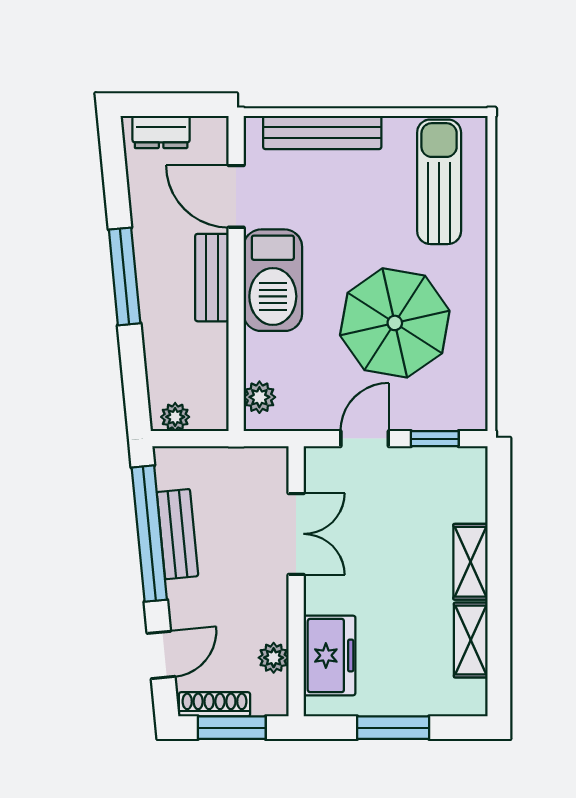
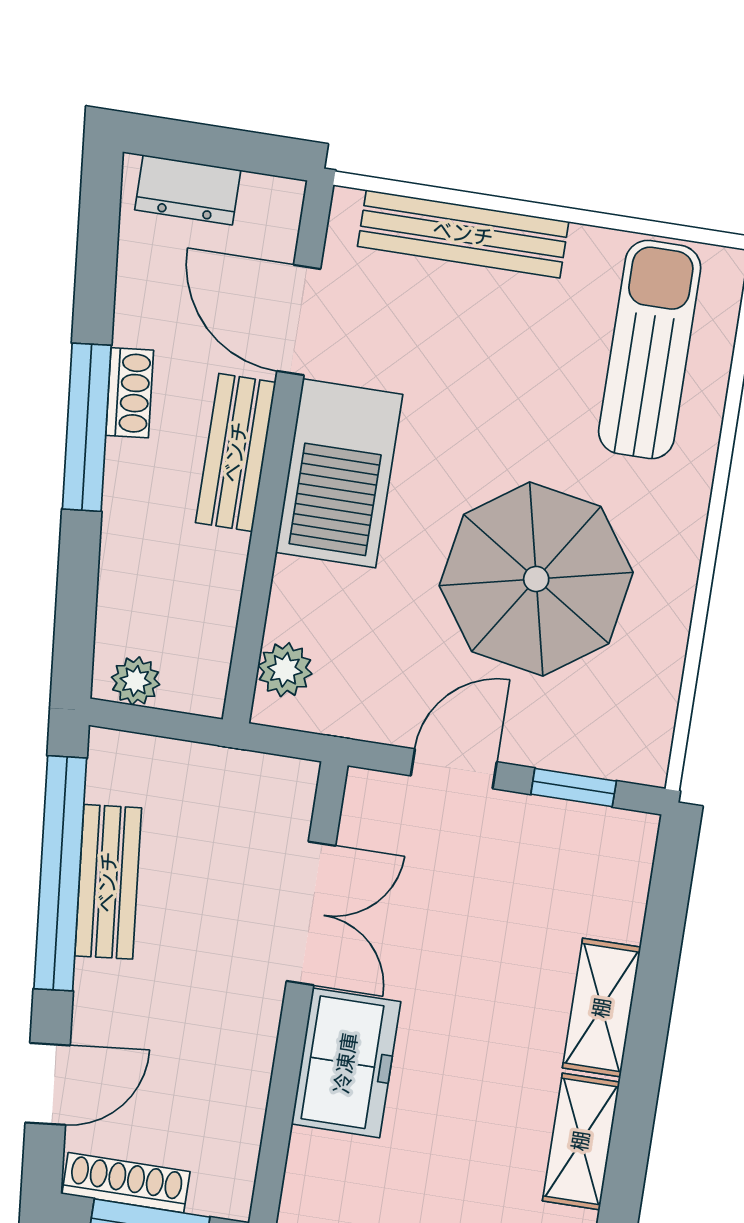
shoe rack: (146, 253) -> (130, 393), added
freezer: (329, 655) -> (346, 1063), moved
plant: (274, 658) -> (239, 1119), removed

